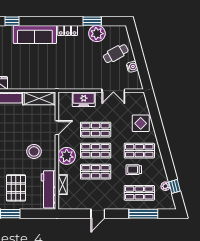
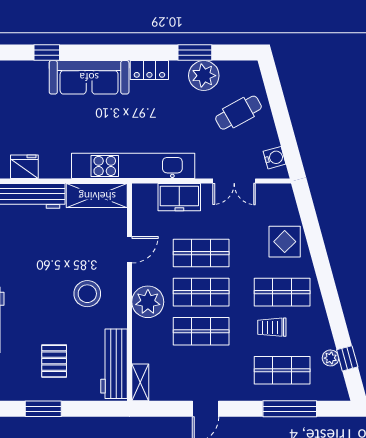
water cooler: (132, 67) -> (275, 158), moved
kitchen unit: (59, 82) -> (133, 166), added
shelving: (63, 185) -> (140, 382), moved
pallet: (16, 188) -> (54, 361), width x0.67, depth x0.71

